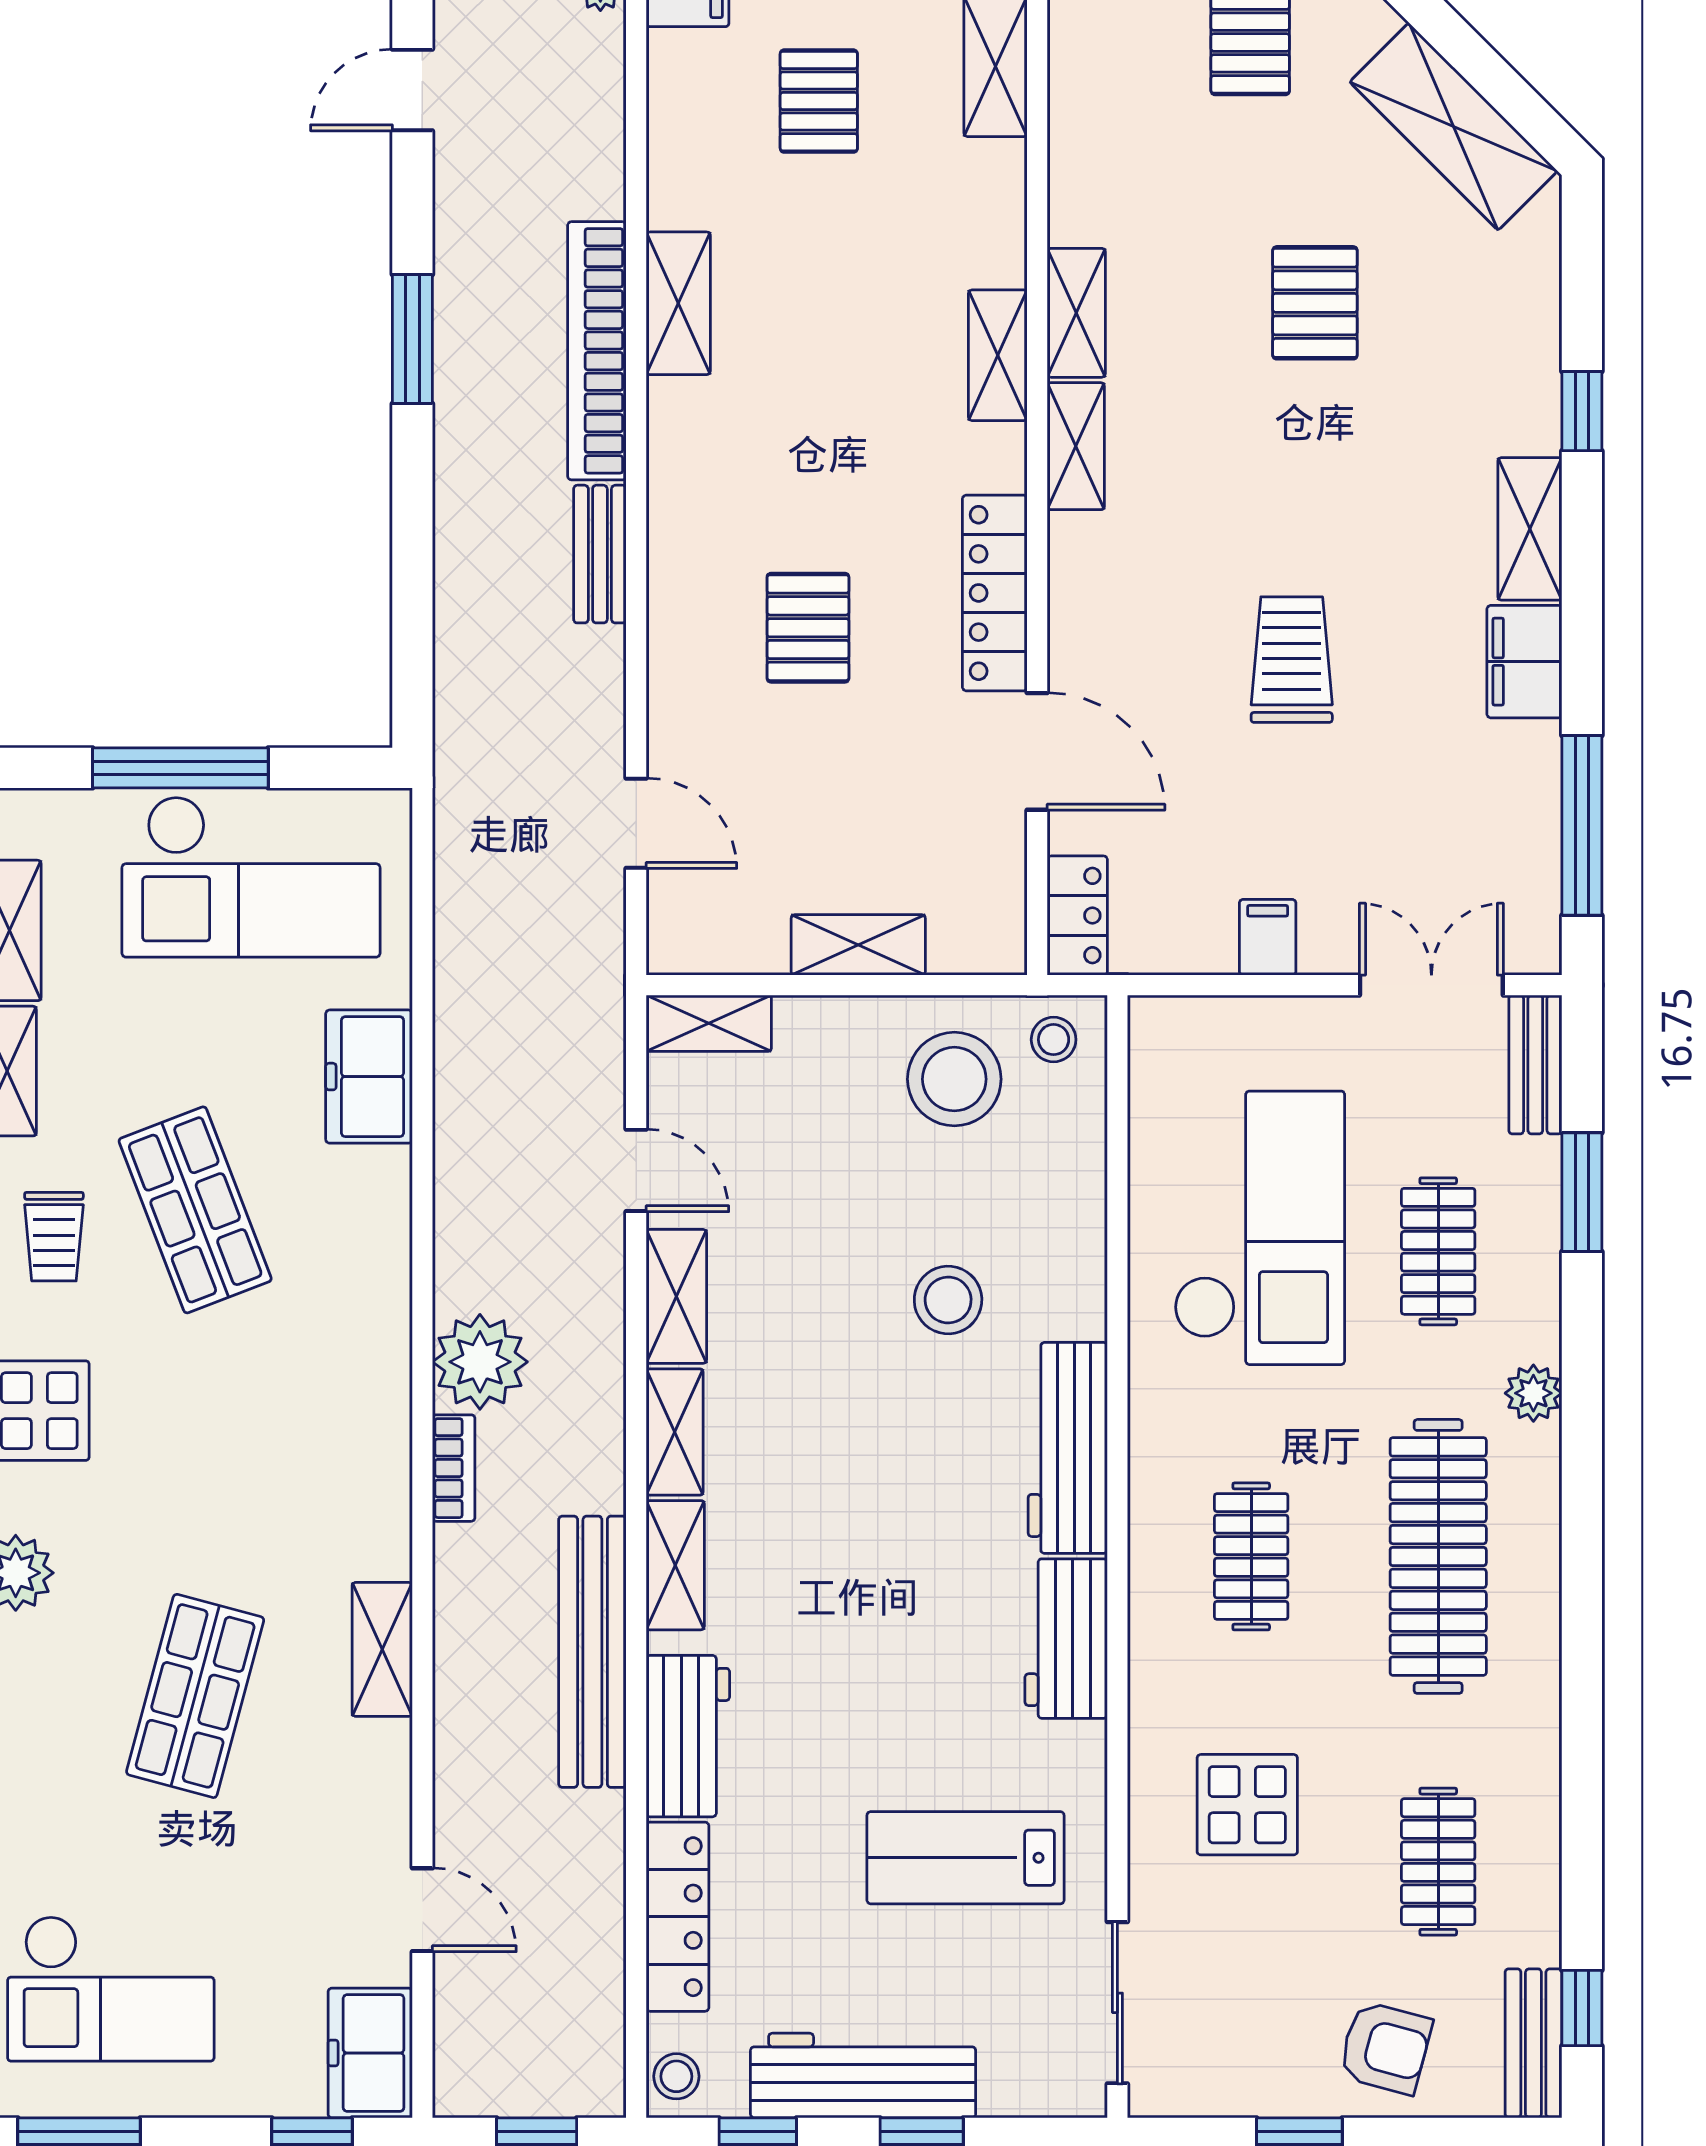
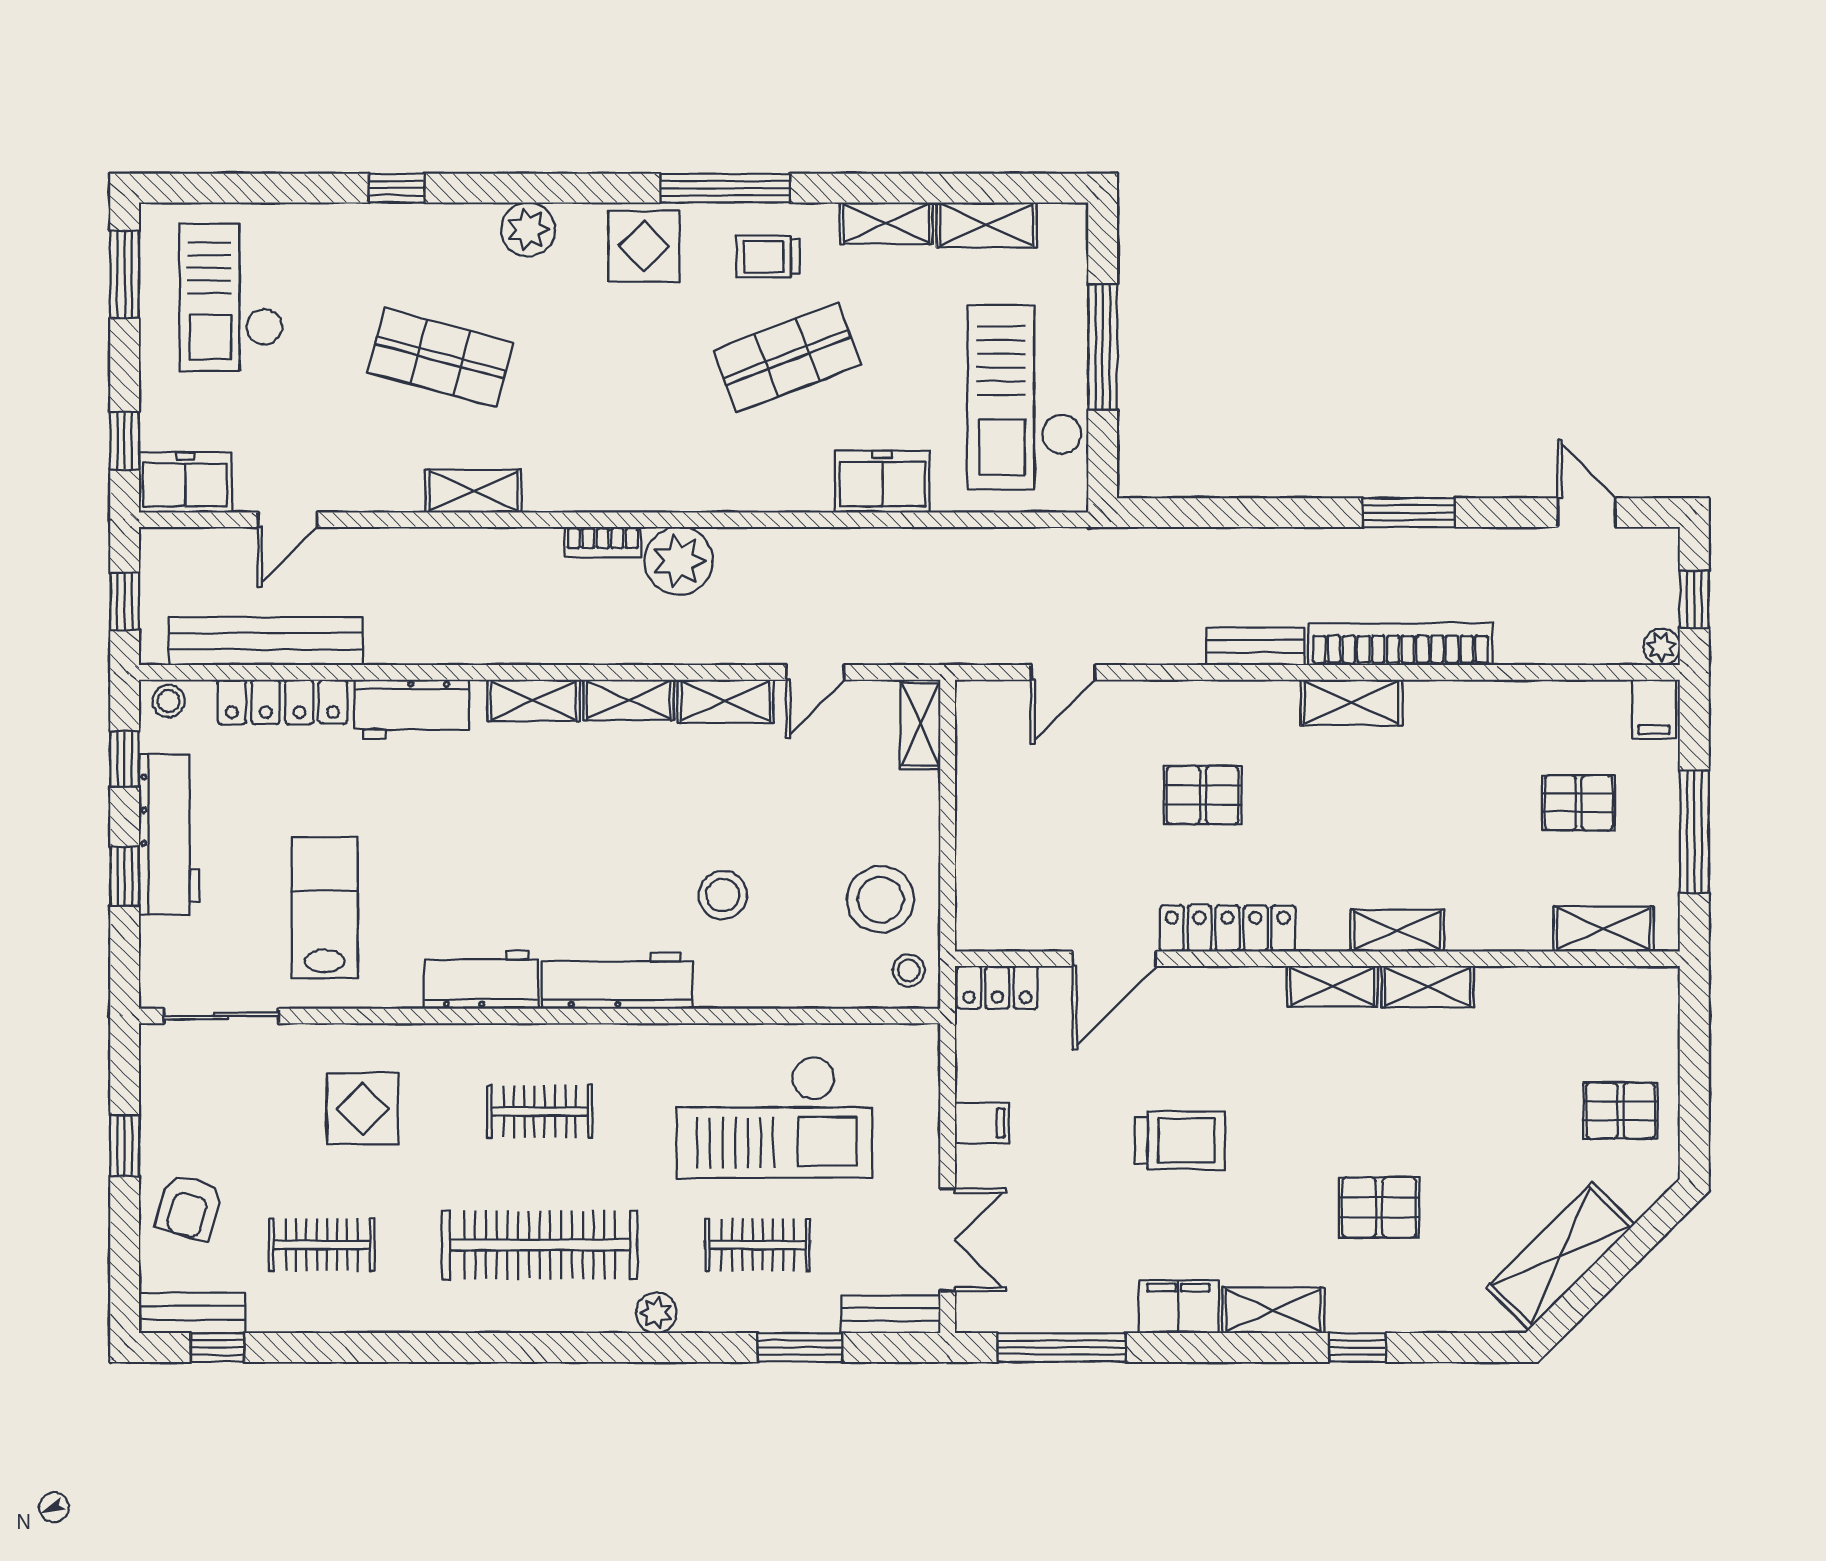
shelving: (678, 303) -> (1352, 702), moved
pallet: (1315, 303) -> (1379, 1207), moved
shelving: (858, 945) -> (976, 831), removed
bench: (592, 1652) -> (266, 641), moved

